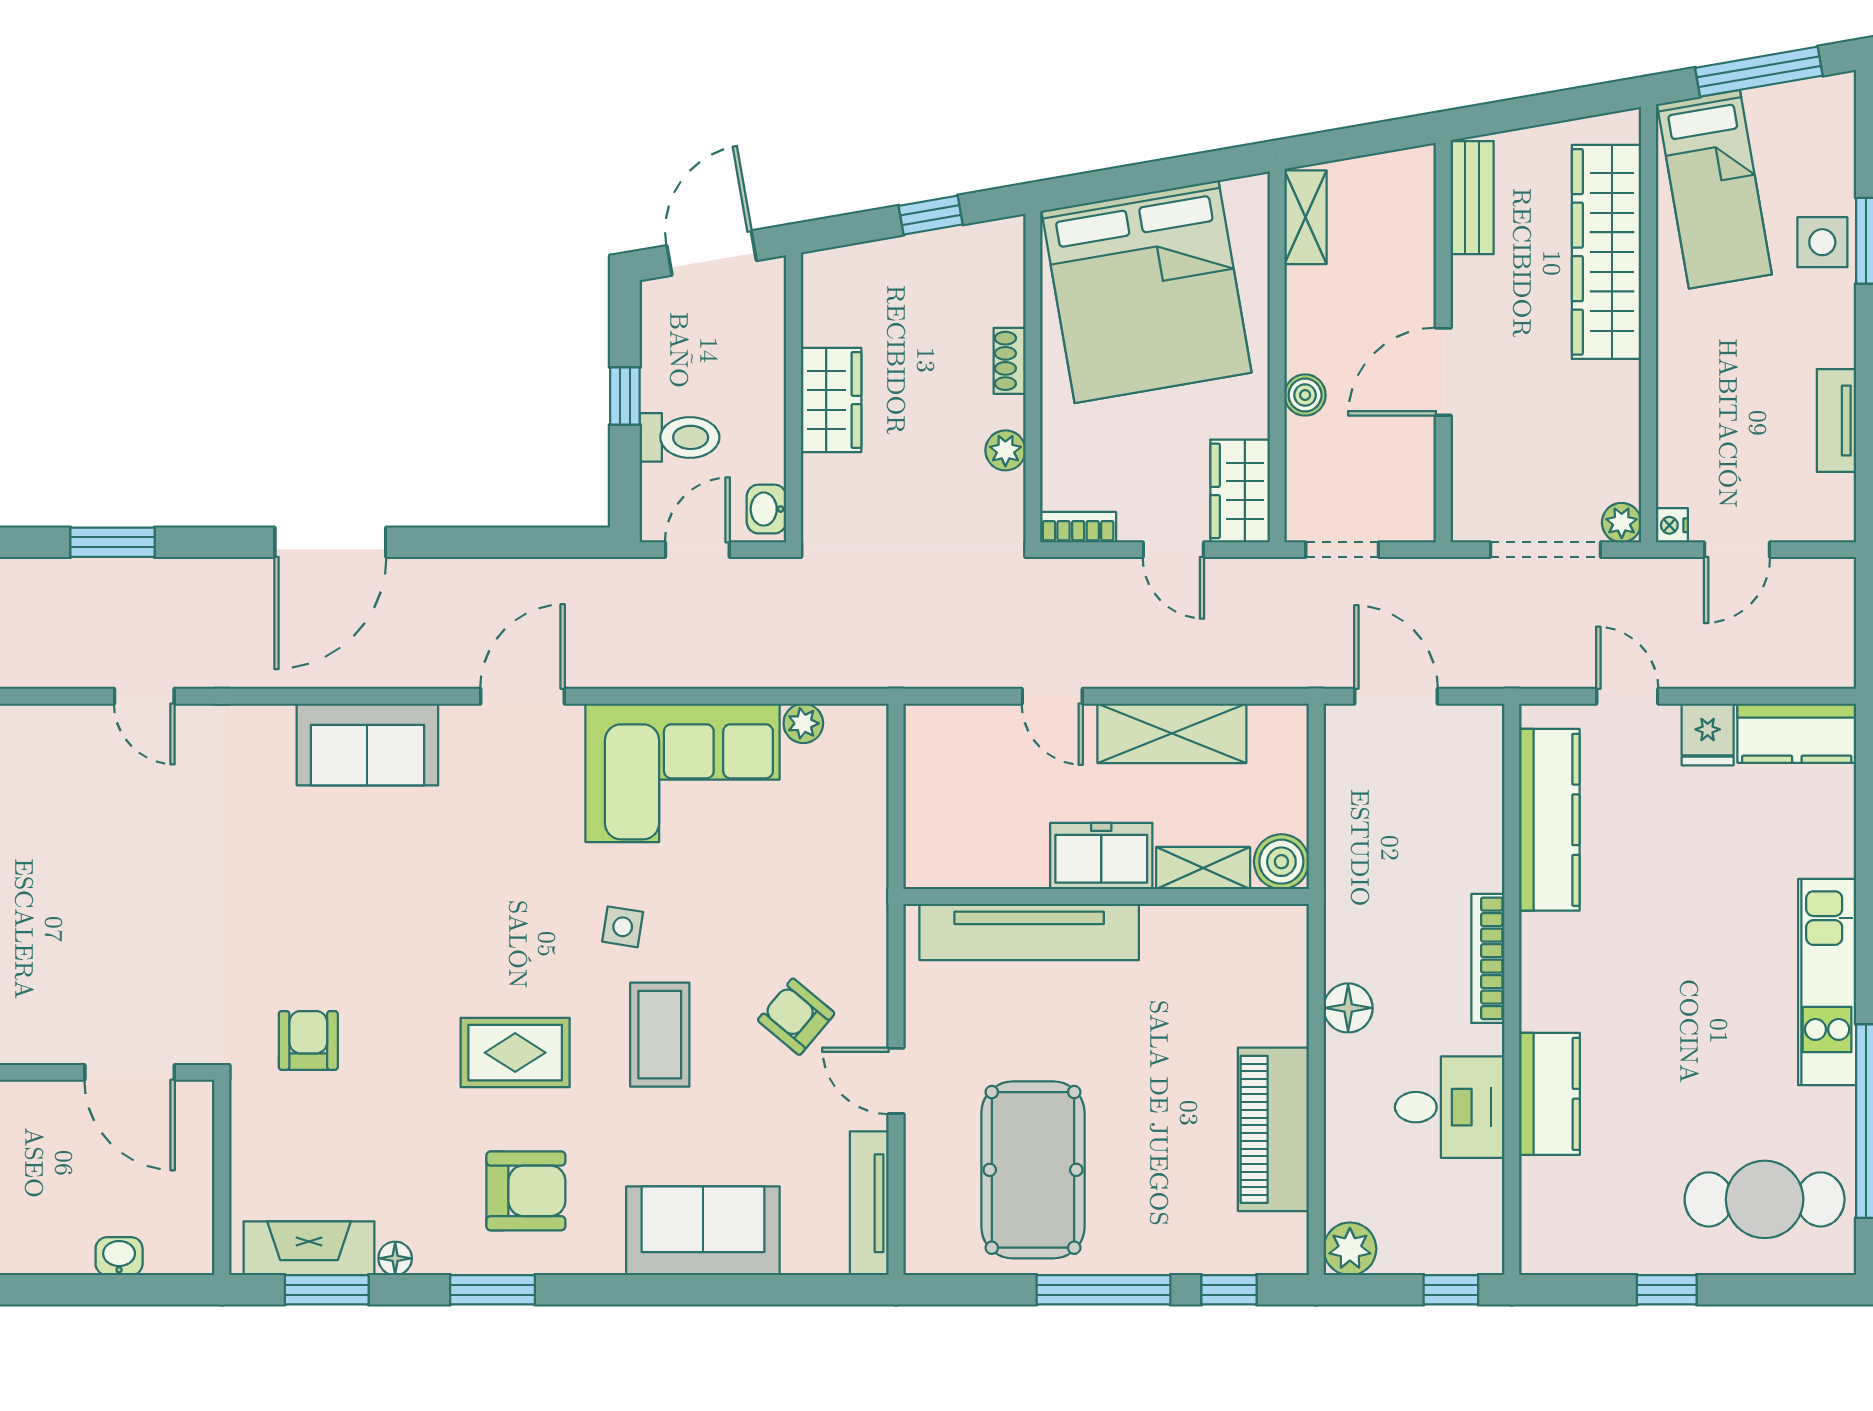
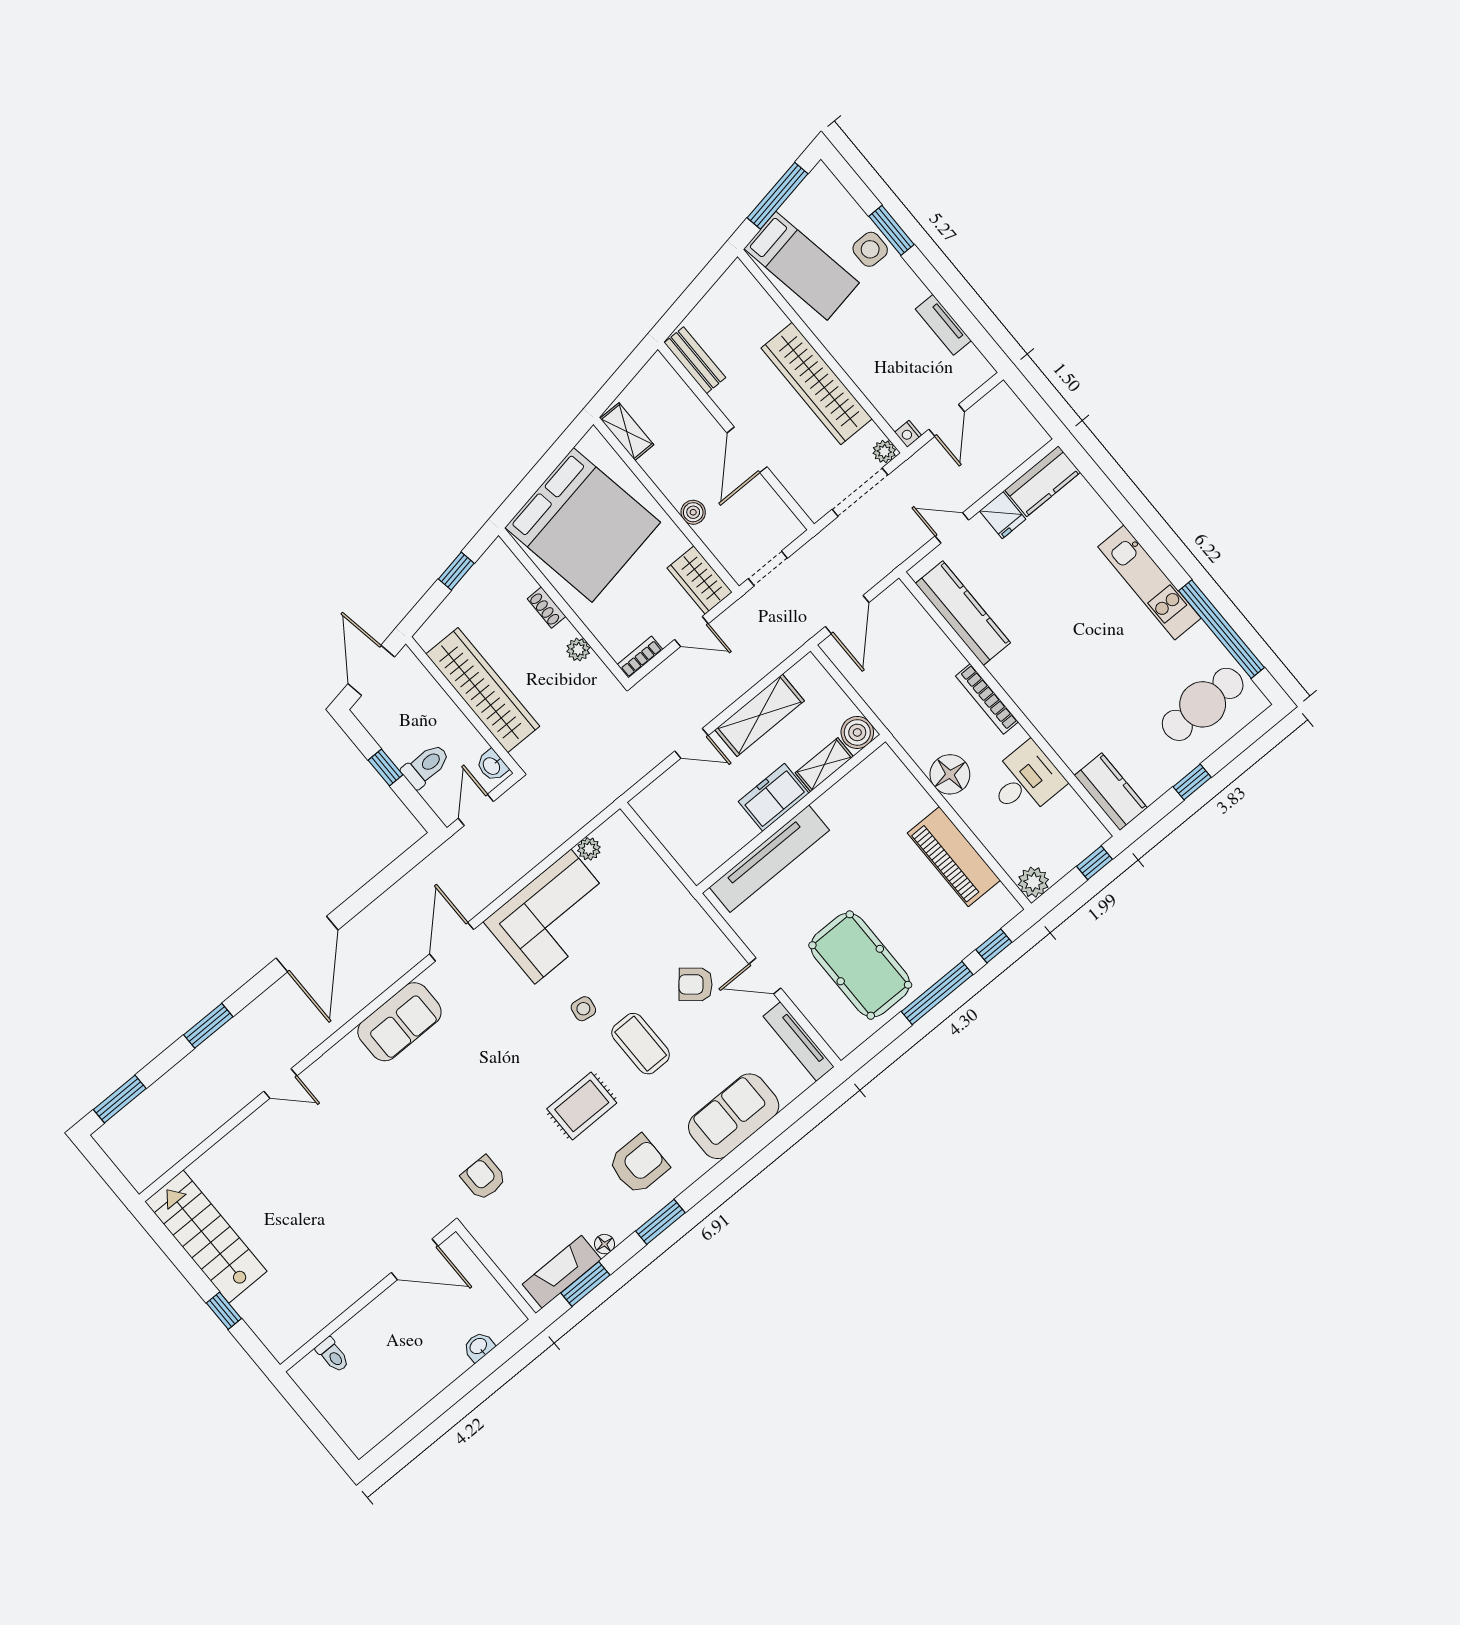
wardrobe: (1606, 252) -> (817, 383), moved
wardrobe: (831, 400) -> (483, 690), width x2.10, depth x1.17
door: (1396, 696) -> (847, 615), swing flipped
floor lamp: (1348, 1008) -> (950, 774), width x1.38, depth x1.38
kitchen counter: (1549, 1094) -> (1111, 792), moved

